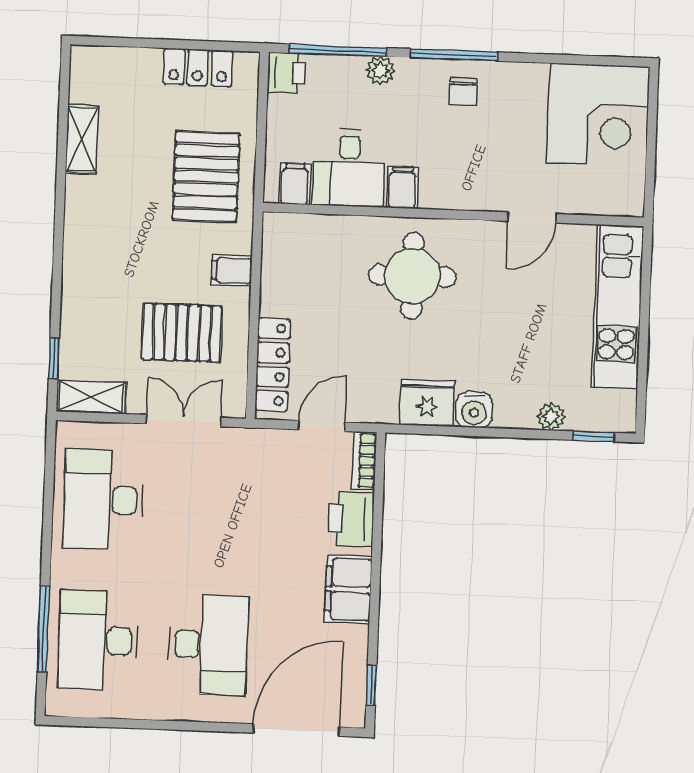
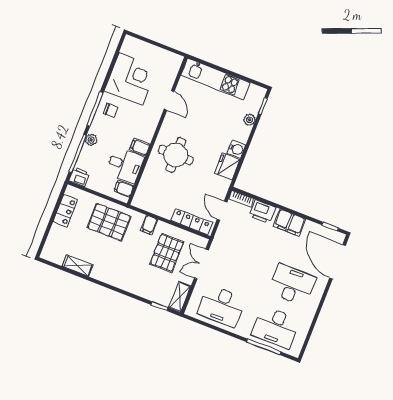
corner desk: (598, 115) -> (131, 79), moved

